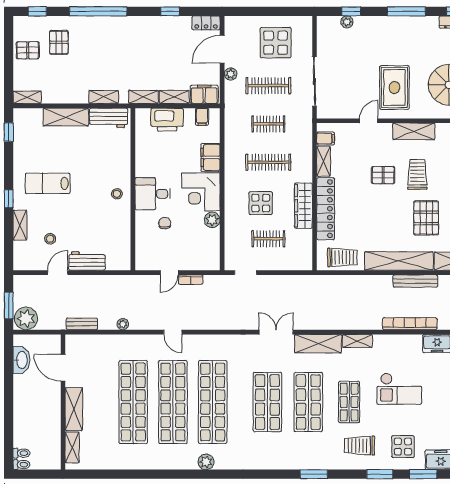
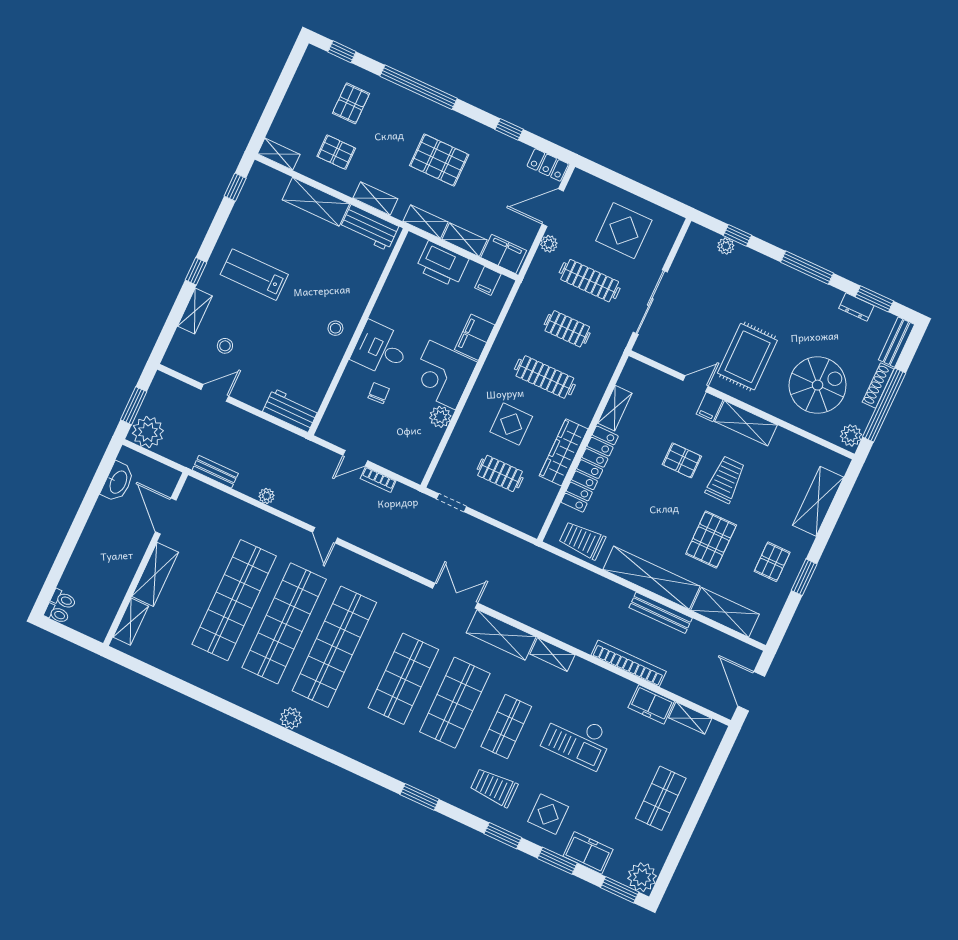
pallet: (28, 50) -> (336, 152), moved
pallet: (134, 53) -> (439, 160), added
filing cabinet: (326, 138) -> (710, 407), moved, turned 90
trolley: (342, 257) -> (582, 540), turned 180
workbench: (87, 261) -> (291, 410), moved

